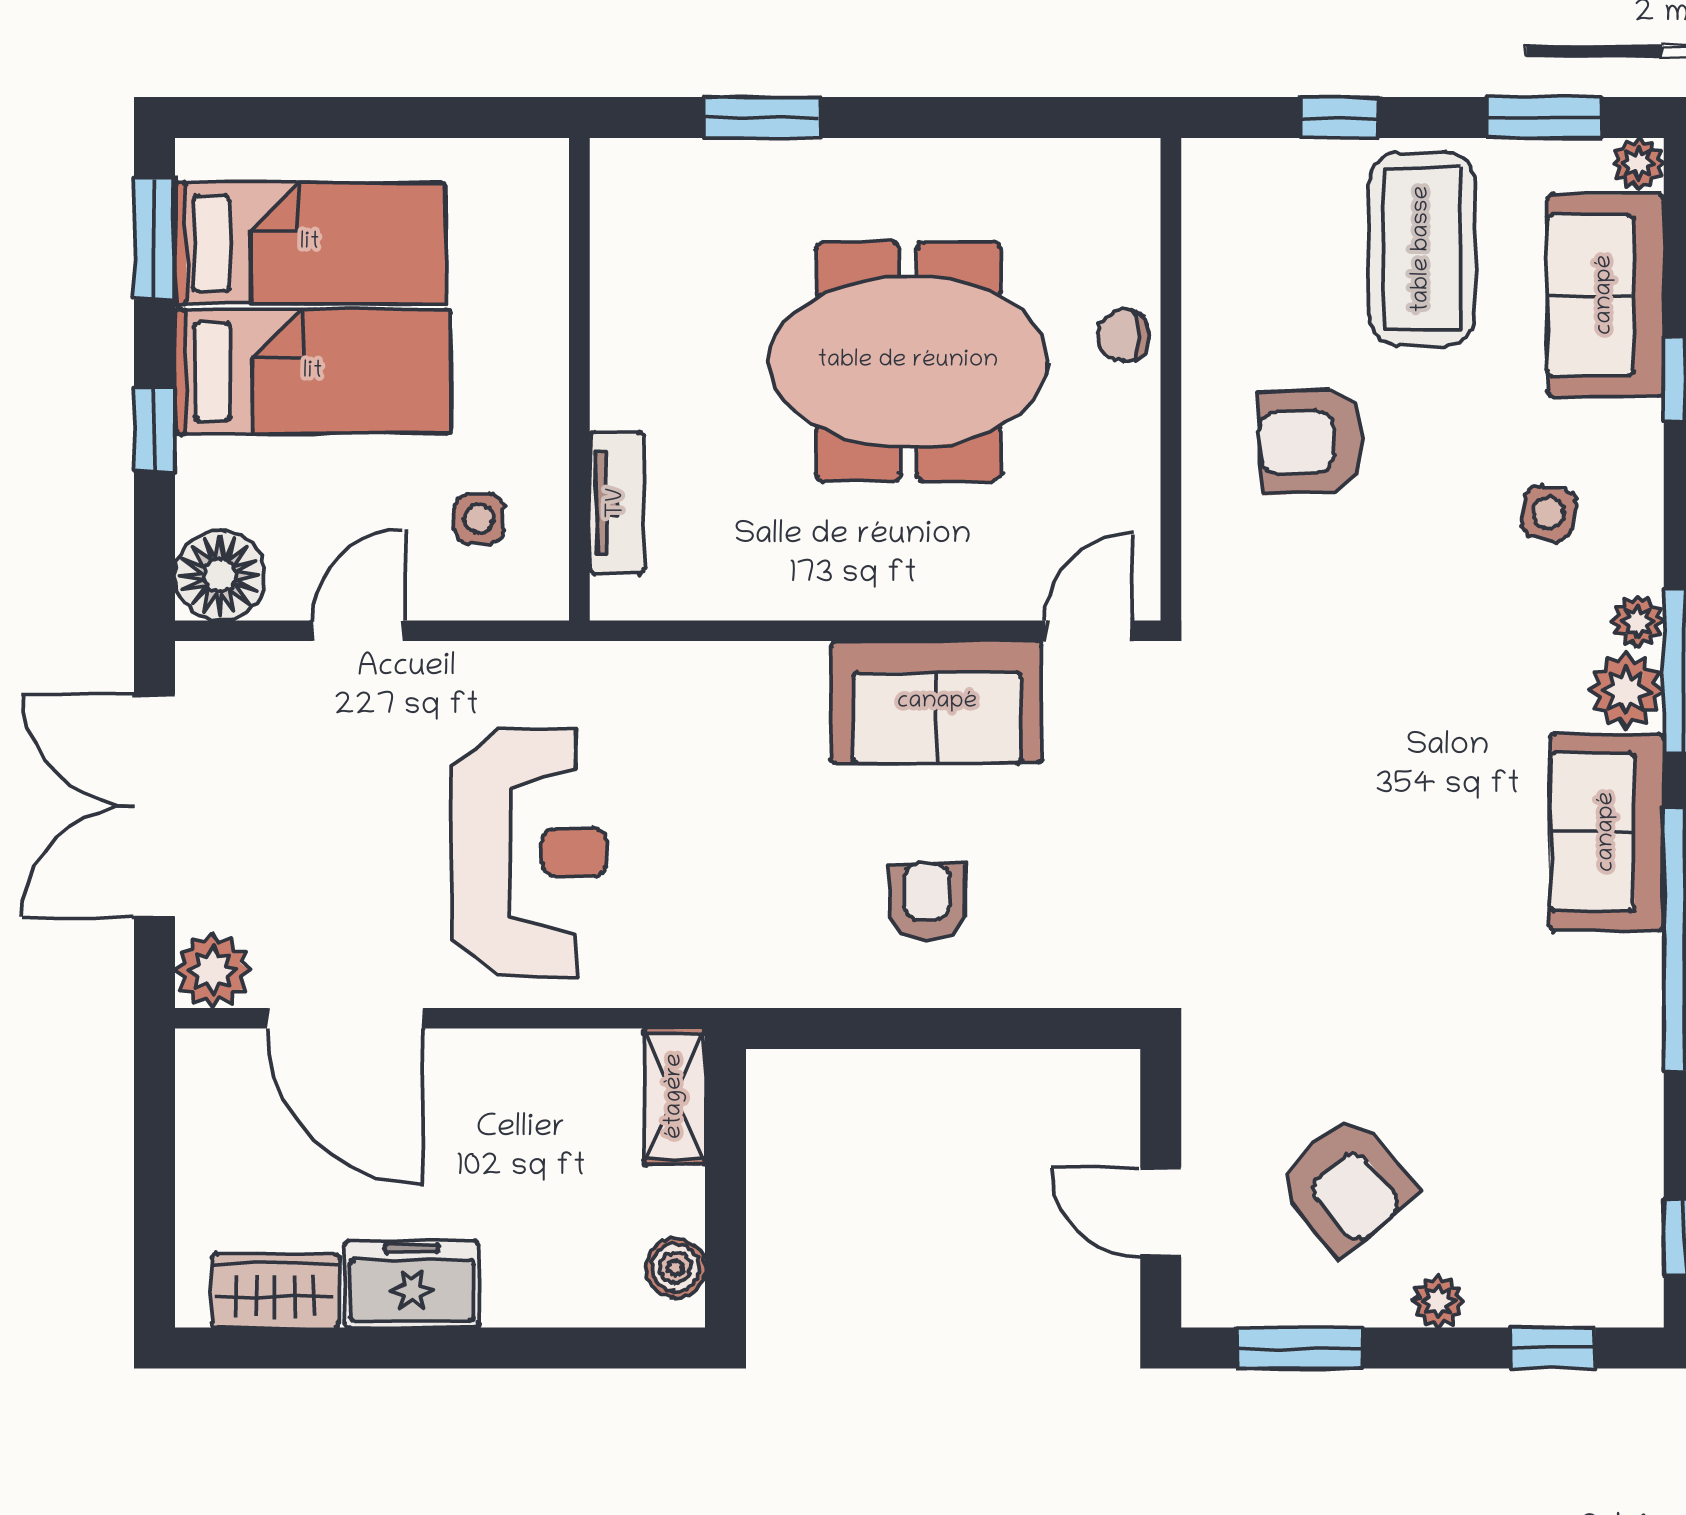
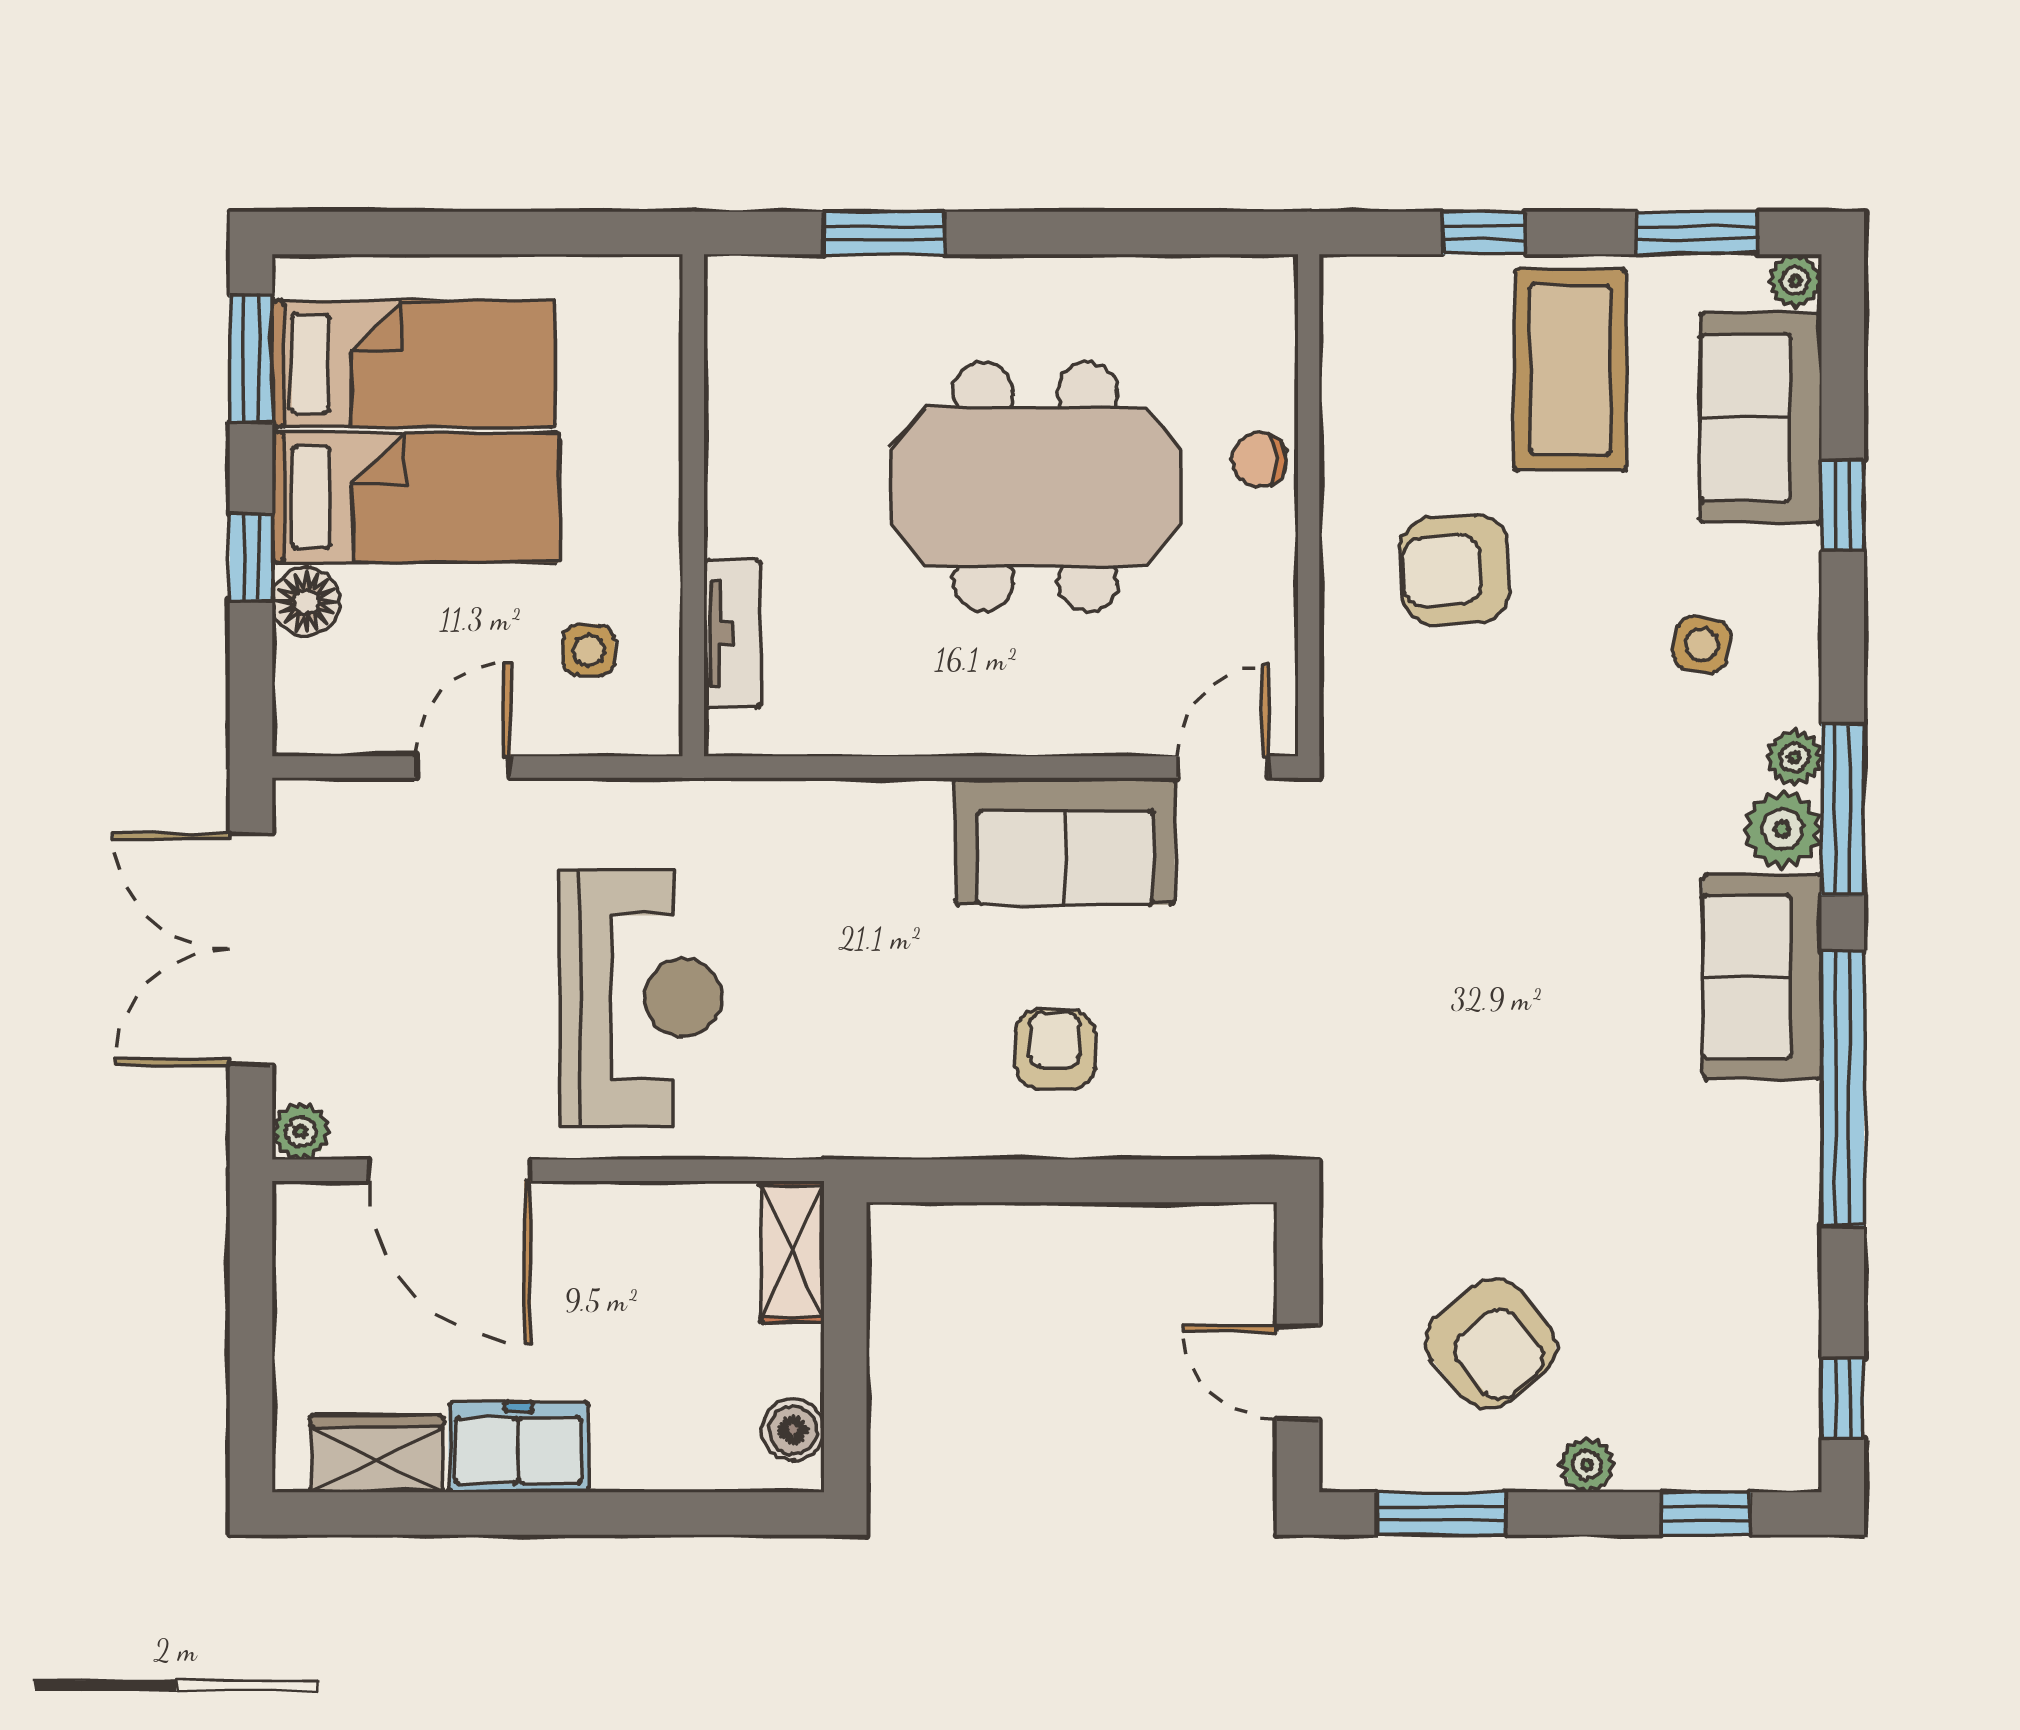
floor lamp: (220, 575) -> (306, 602), moved, width x0.73, depth x0.73
plant: (213, 971) -> (301, 1131), width x0.73, depth x0.73

